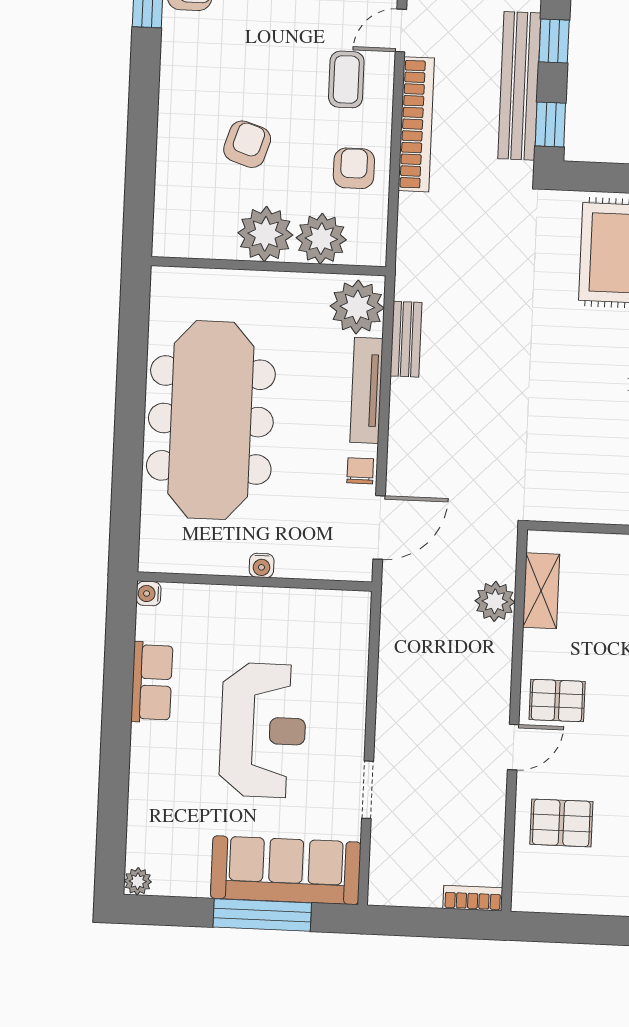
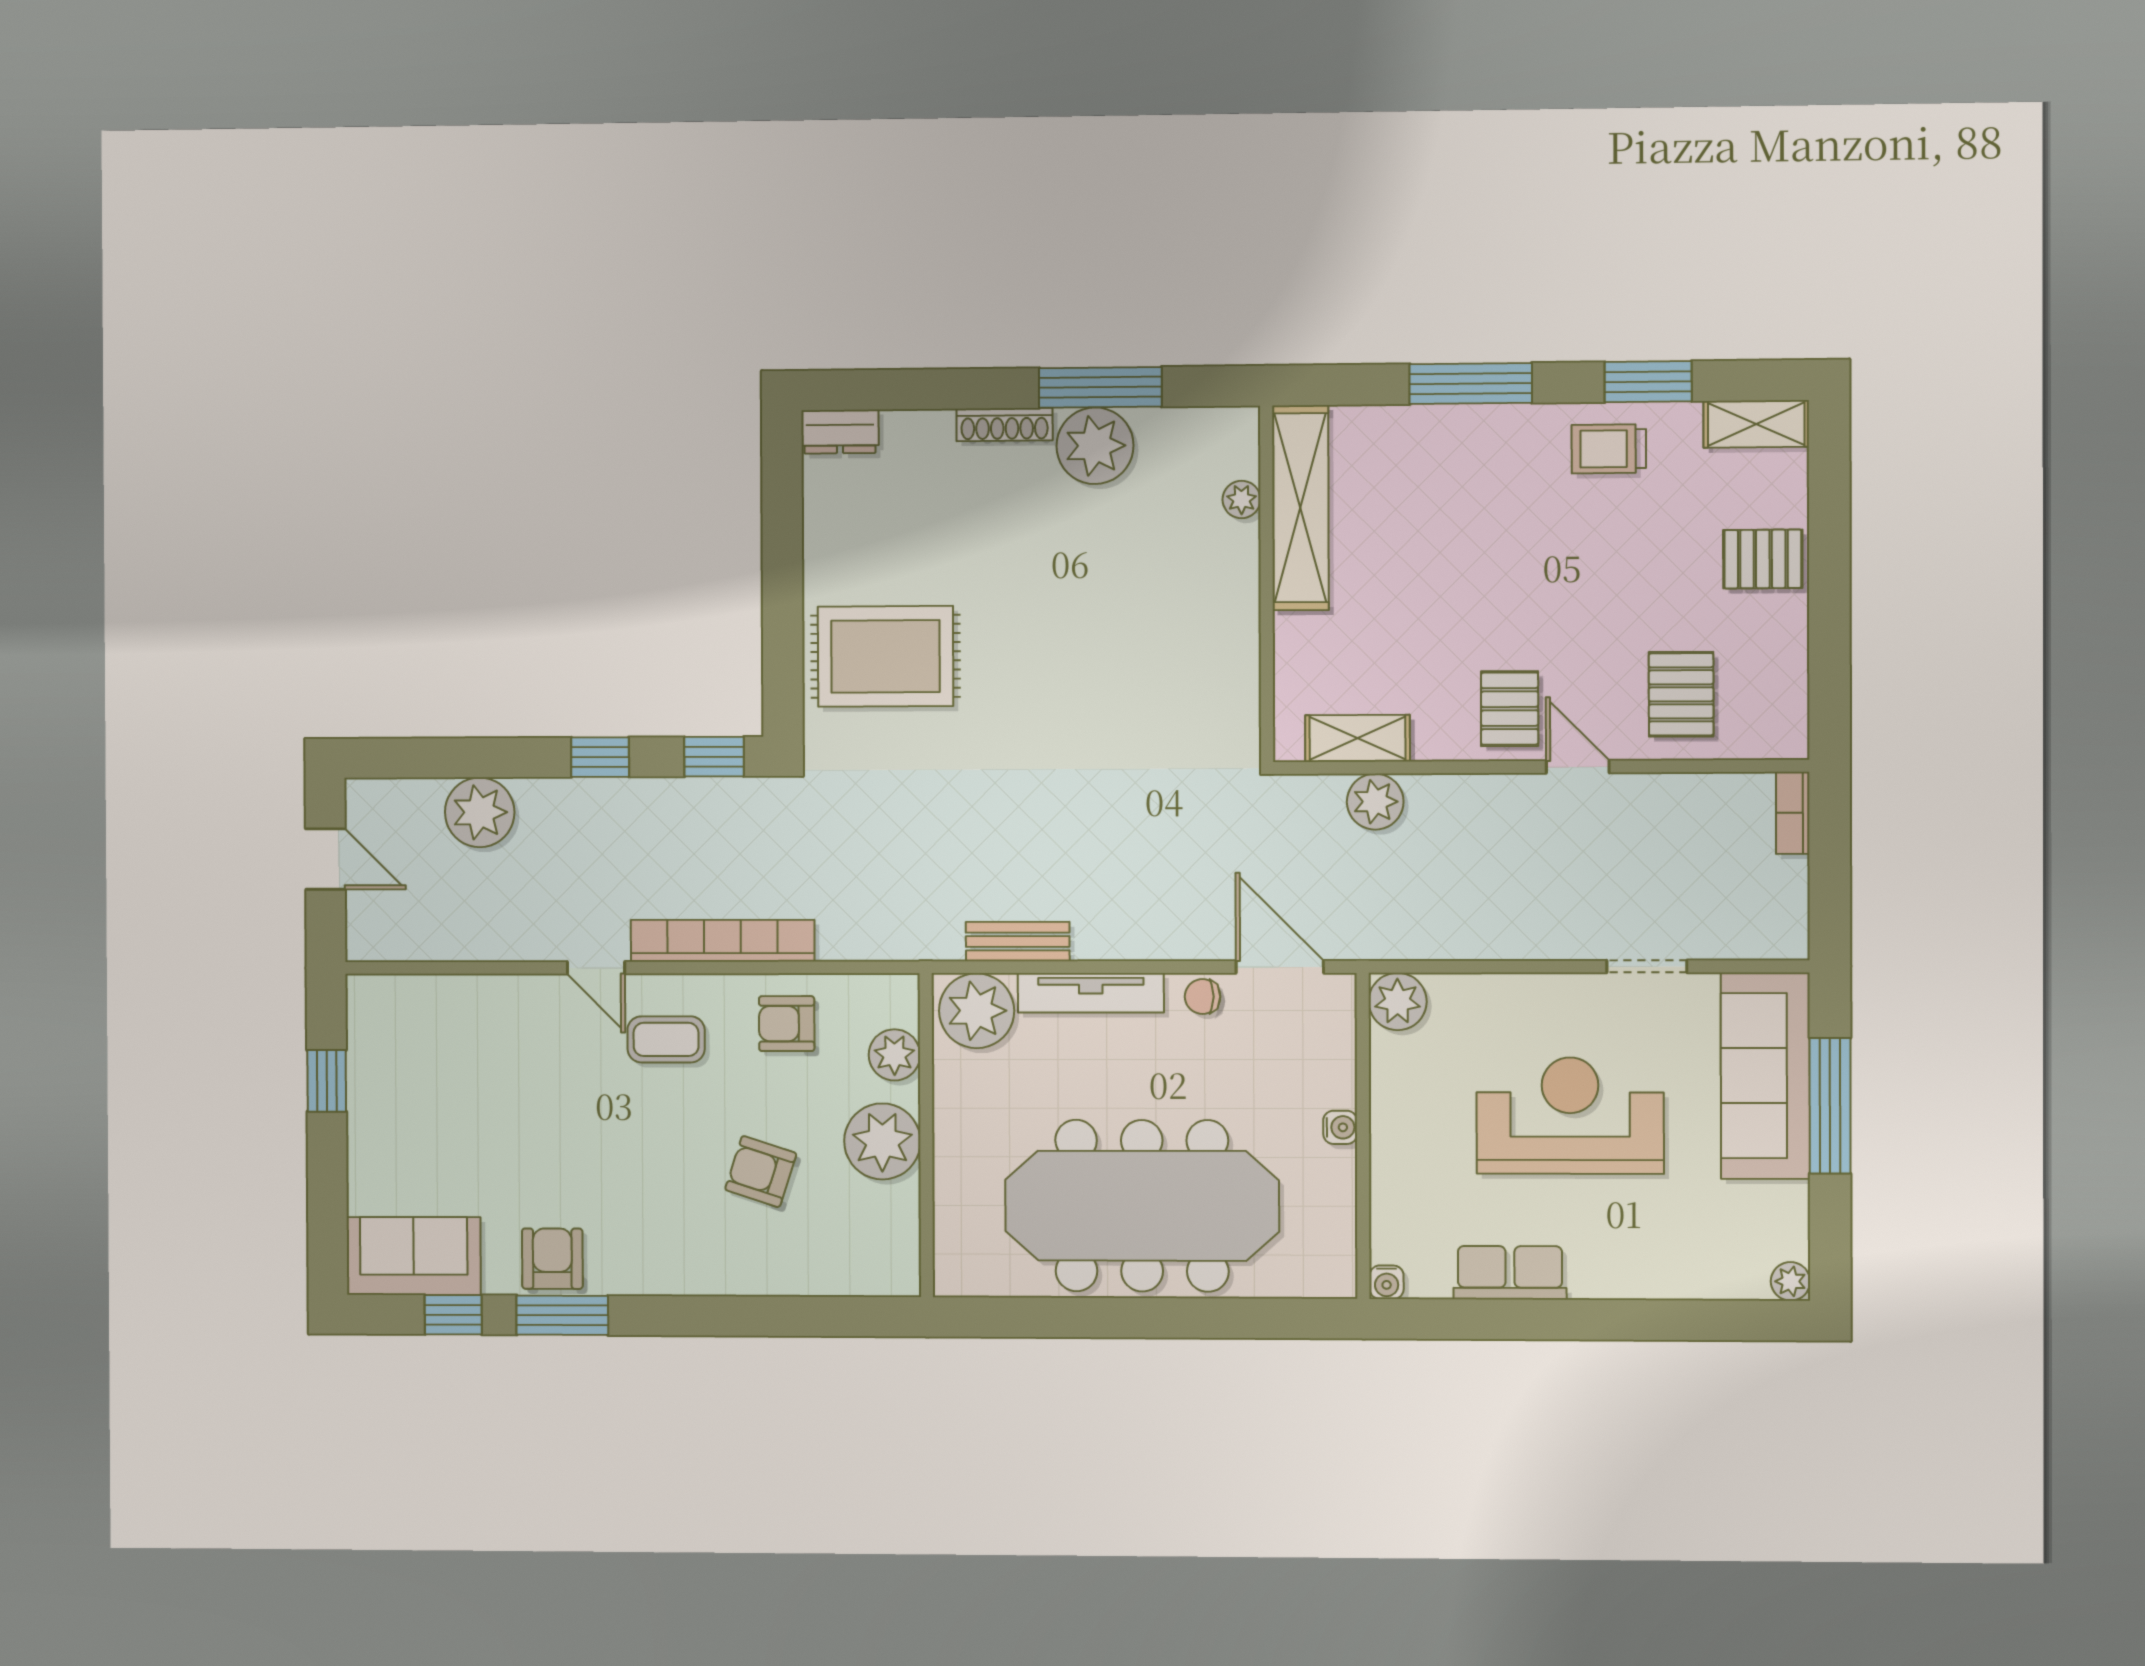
bench: (519, 86) -> (663, 802), removed
plant: (321, 239) -> (894, 1055), width x0.73, depth x0.73
plant: (350, 611) -> (1398, 1002), added

